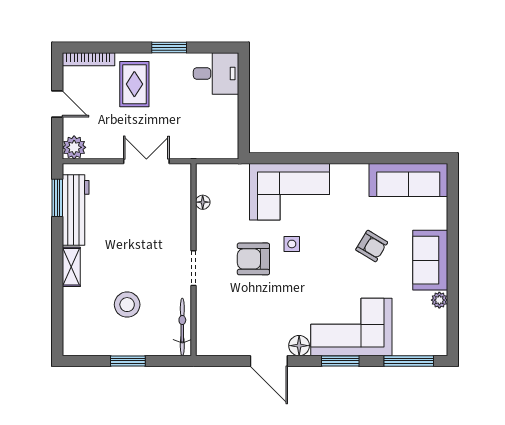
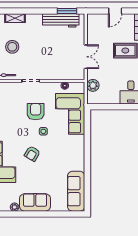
plant: (74, 147) -> (93, 85), moved
corner sofa: (289, 192) -> (70, 114), moved
armchair: (372, 246) -> (32, 154), moved
shelving: (71, 267) -> (15, 18), moved

